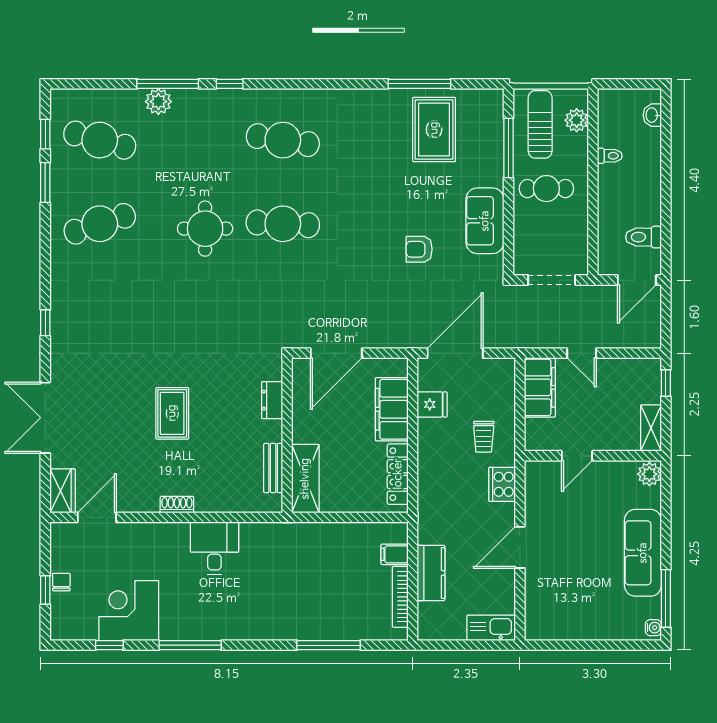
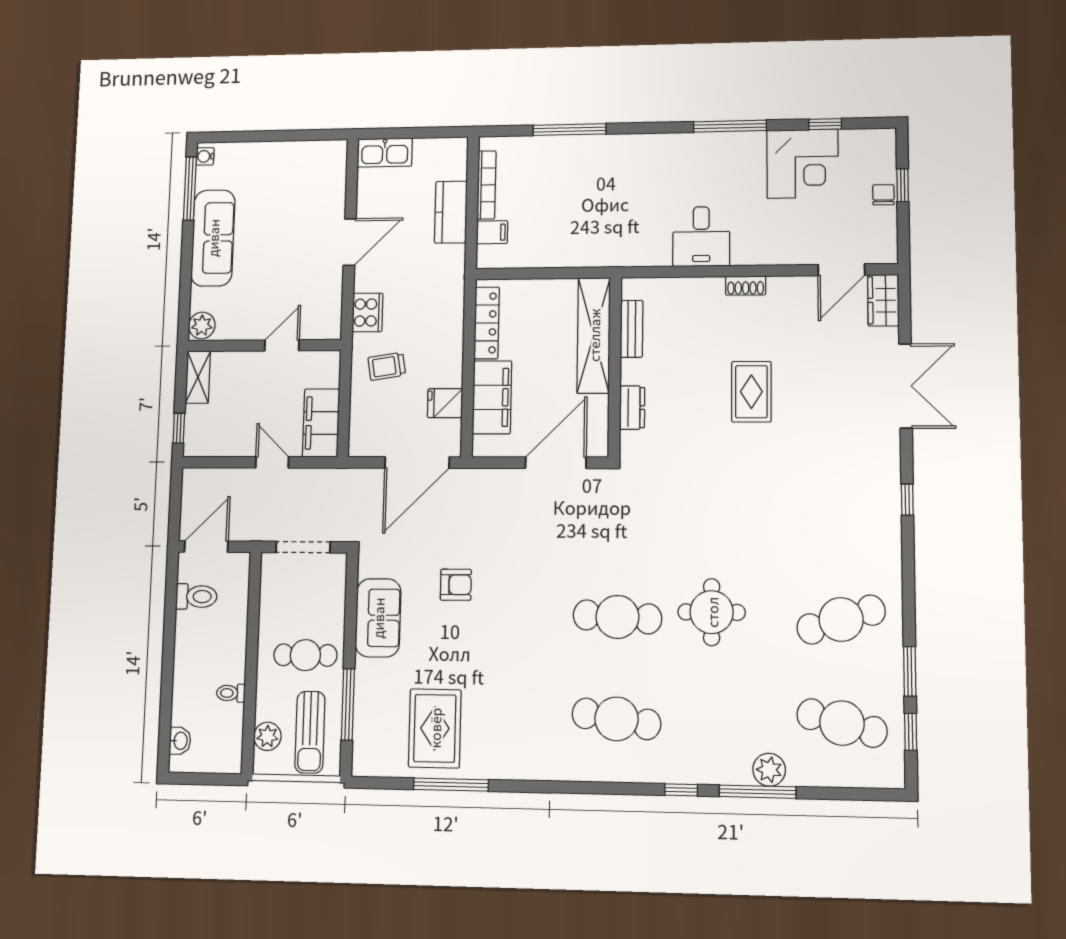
trolley: (484, 437) -> (387, 366), turned -99
shelving: (305, 479) -> (594, 335), width x1.47
chair: (61, 582) -> (883, 195), turned 180

